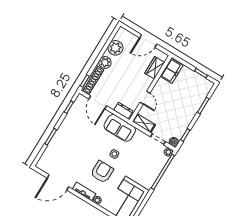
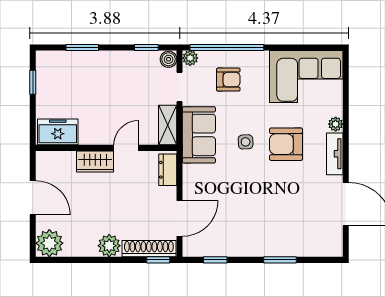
plant: (115, 48) -> (49, 243), moved
wardrobe: (155, 68) -> (95, 161), moved
sofa: (120, 128) -> (199, 135), moved
armchair: (148, 163) -> (228, 80), added

